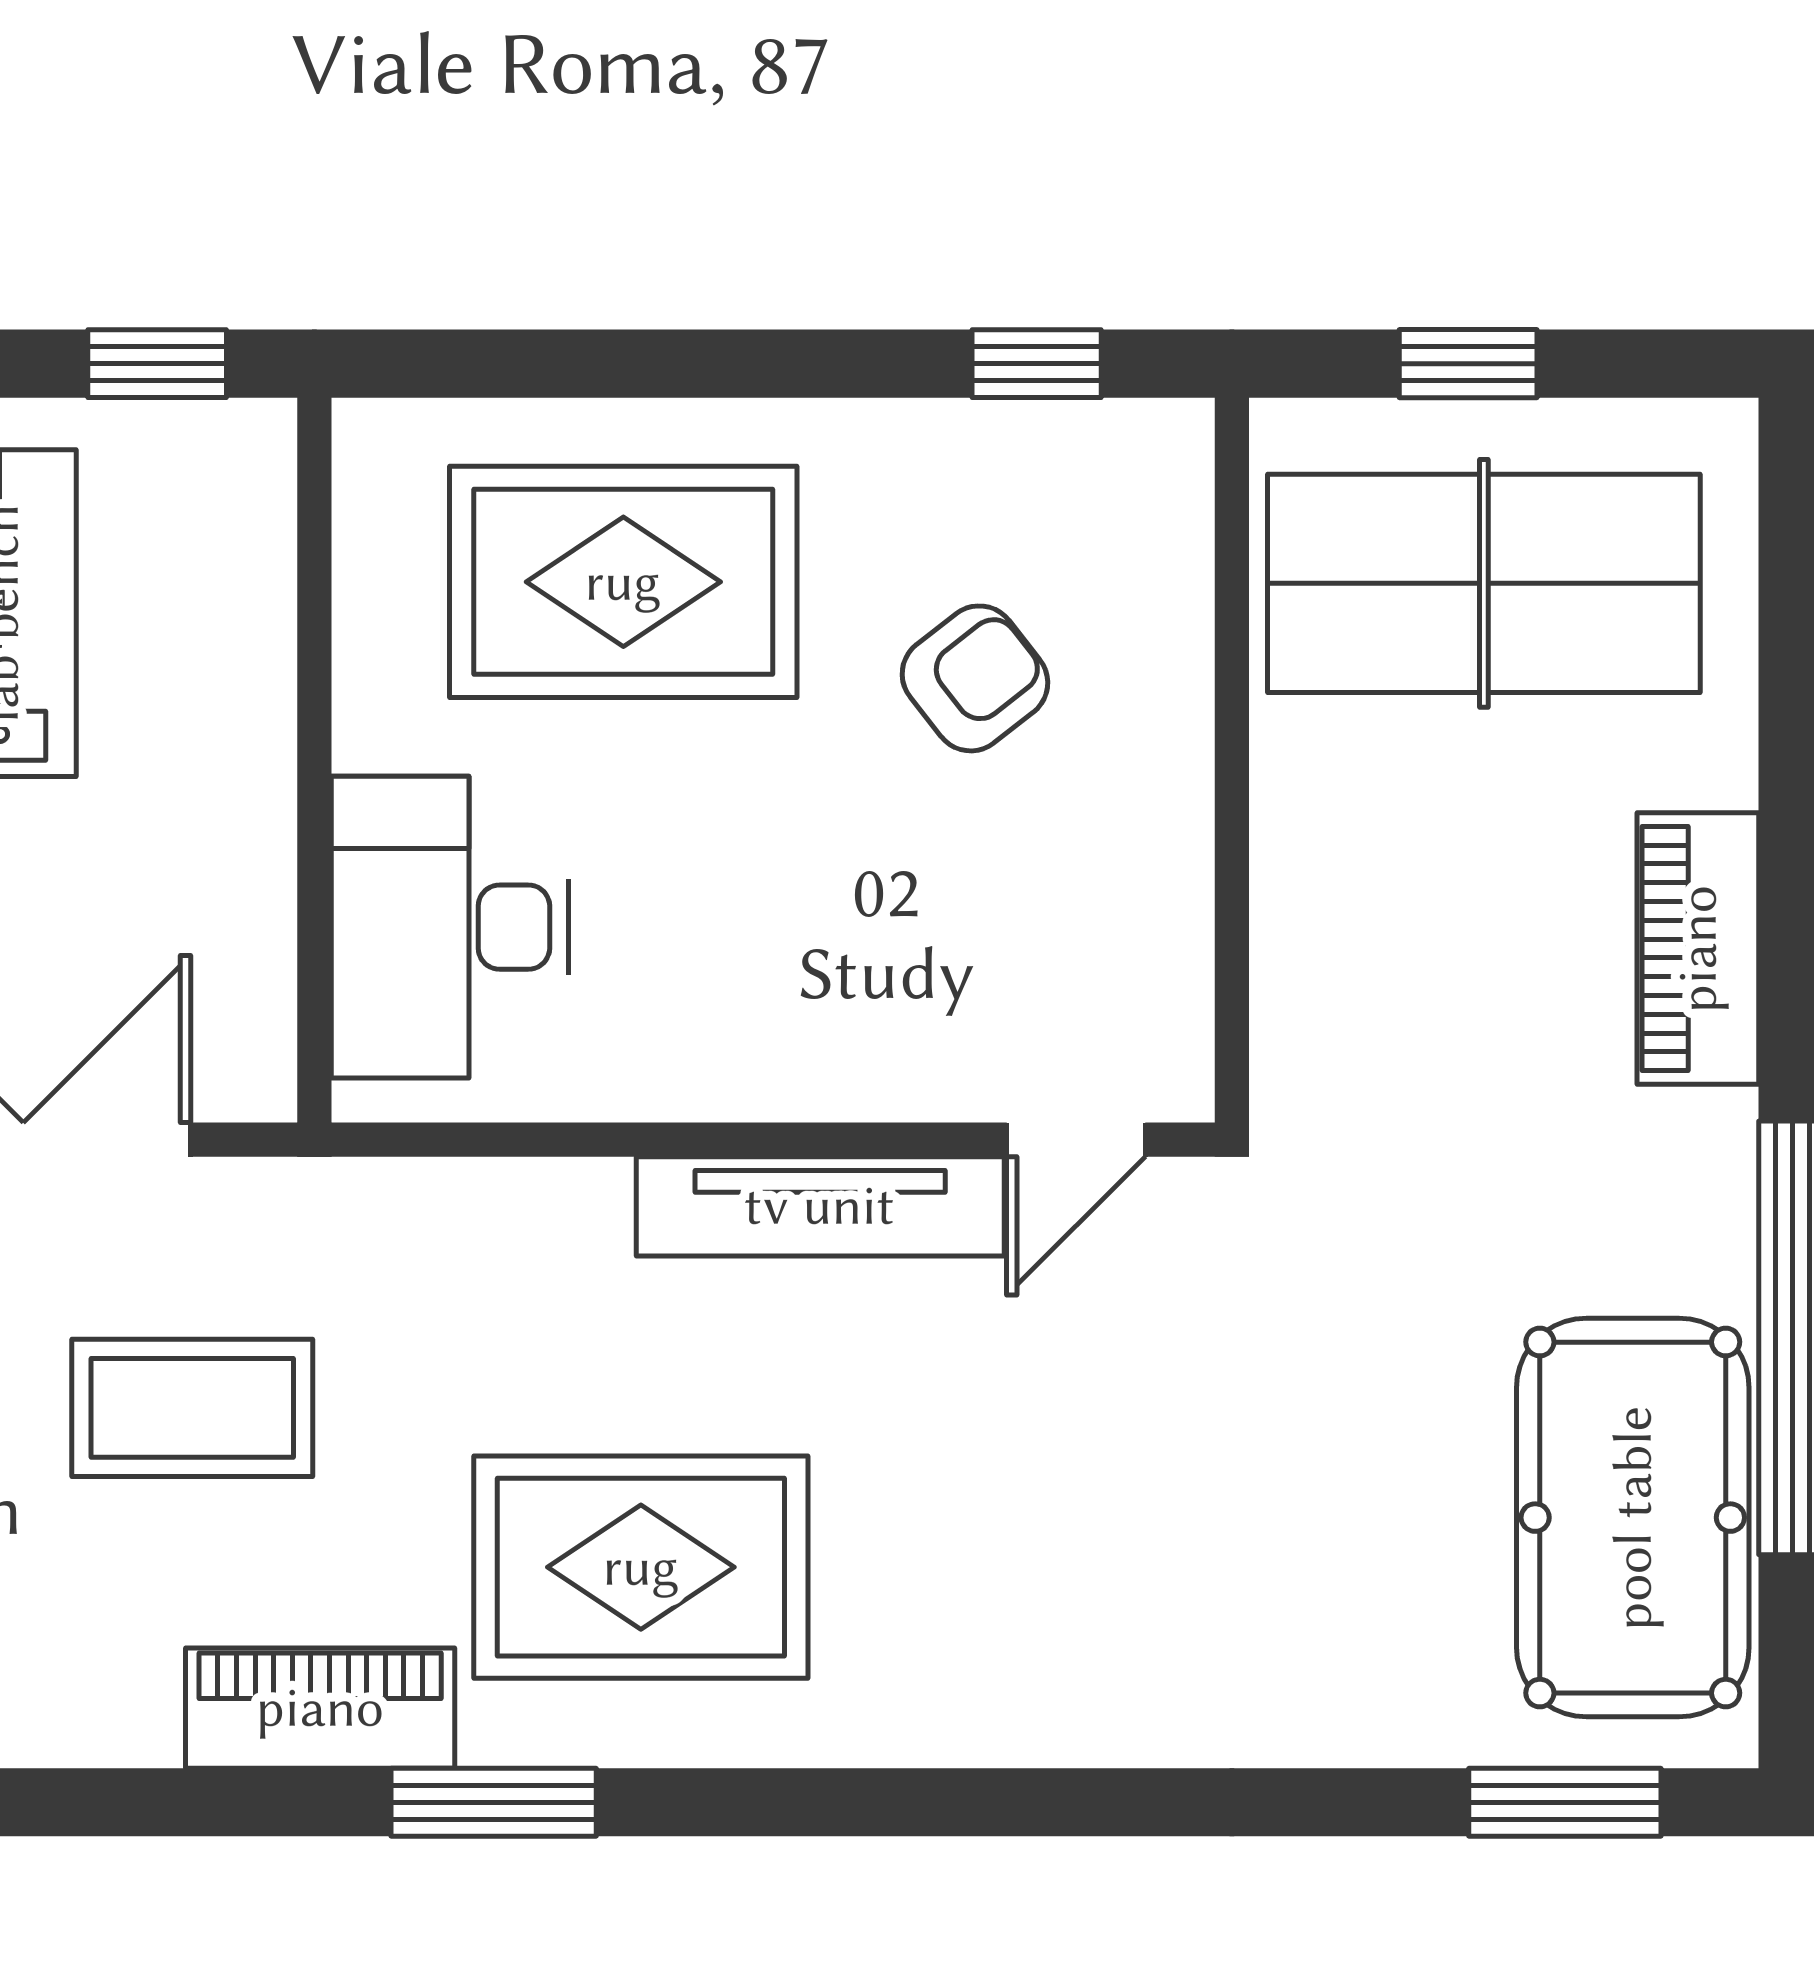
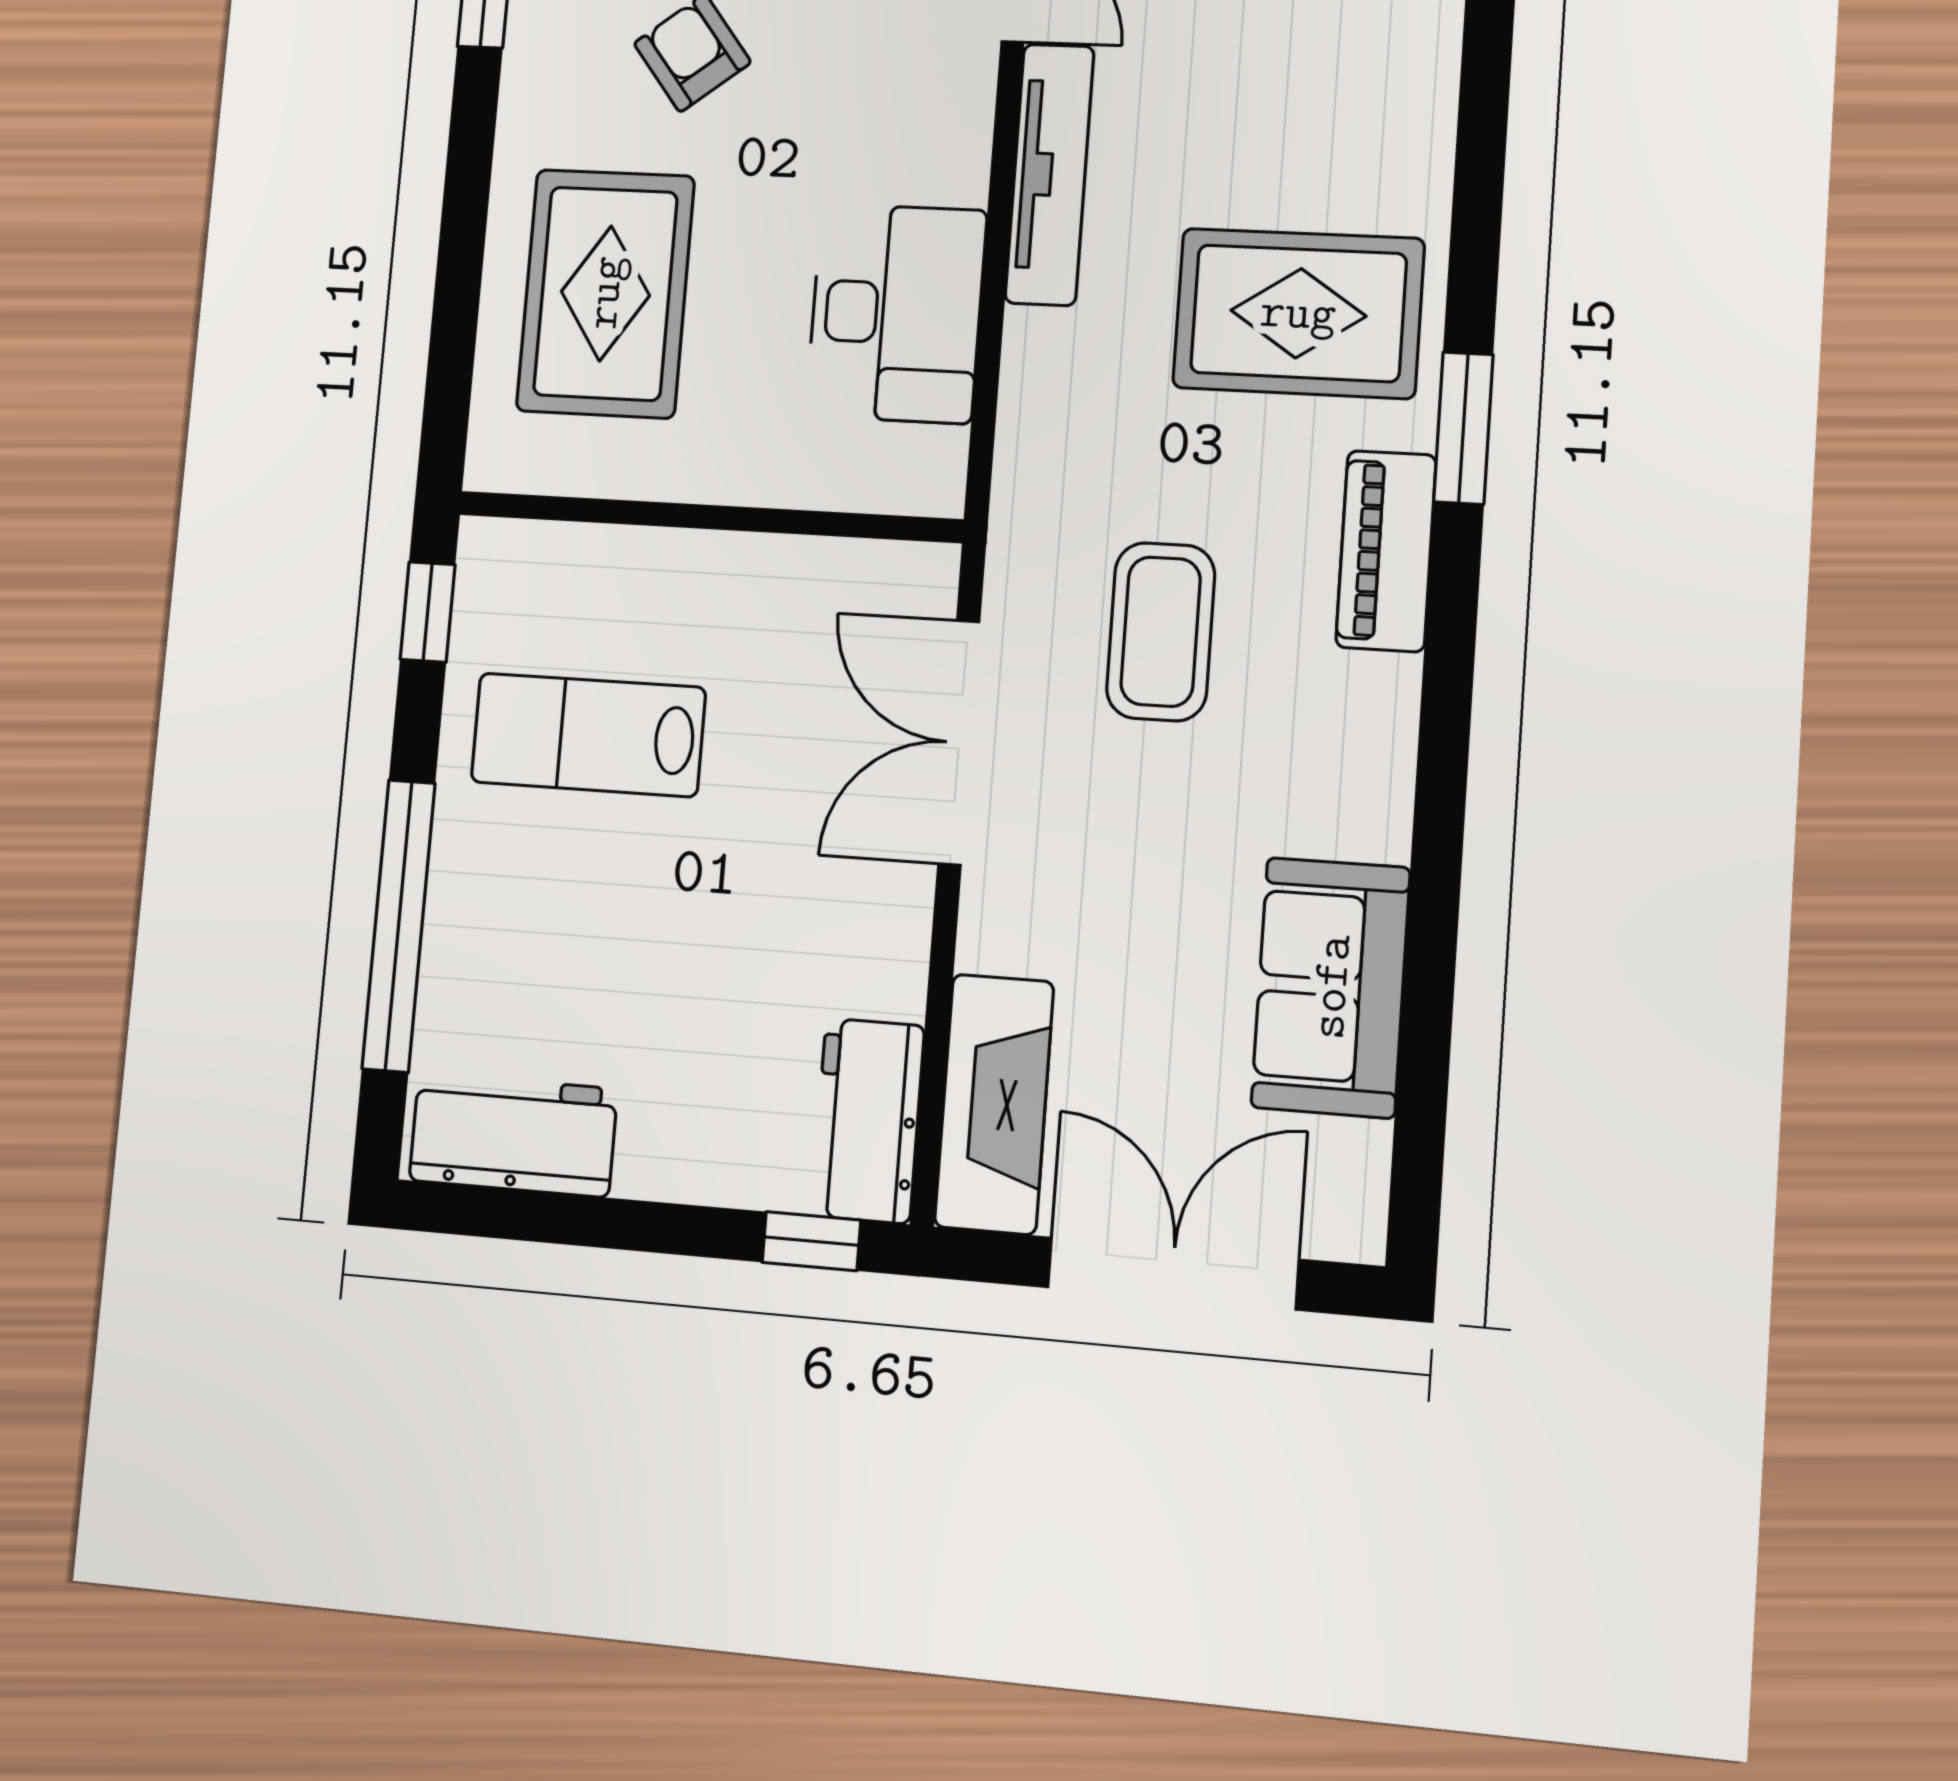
desk: (450, 927) -> (896, 313), moved, turned -90
rug: (641, 1567) -> (1298, 313), turned 90

